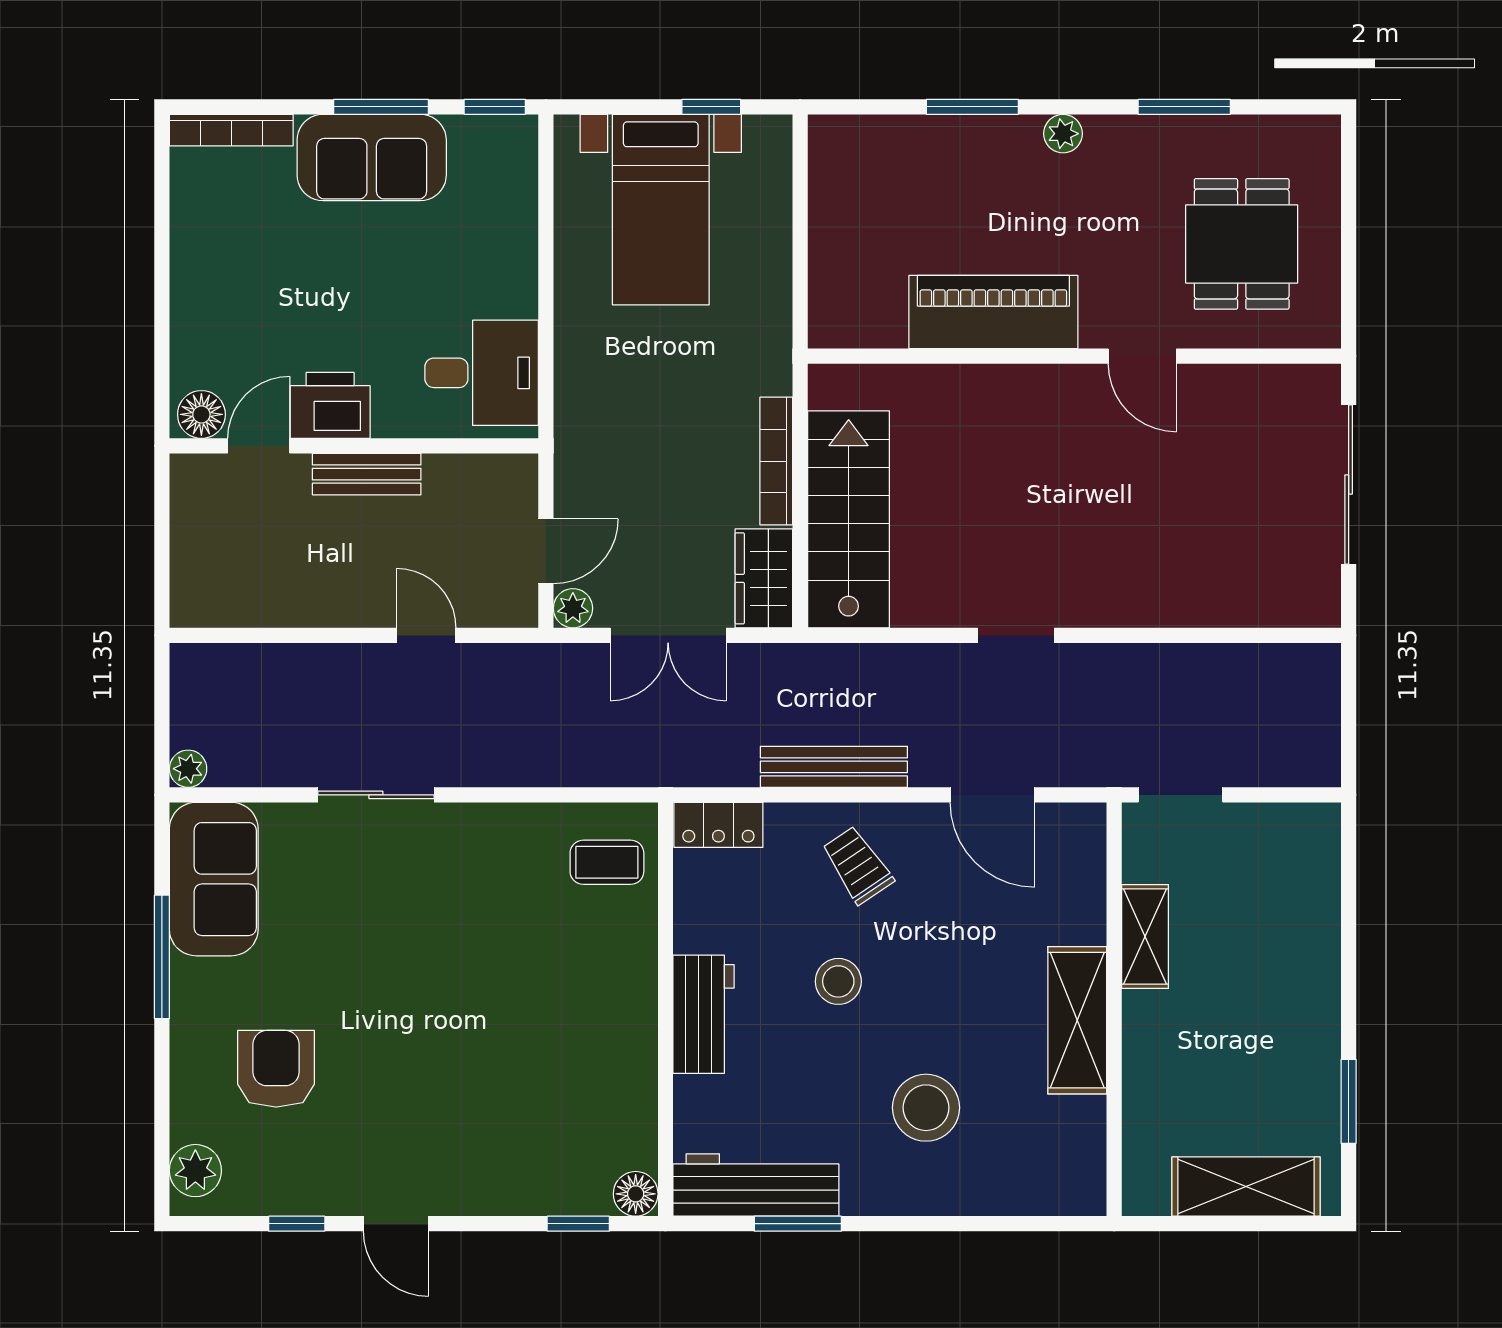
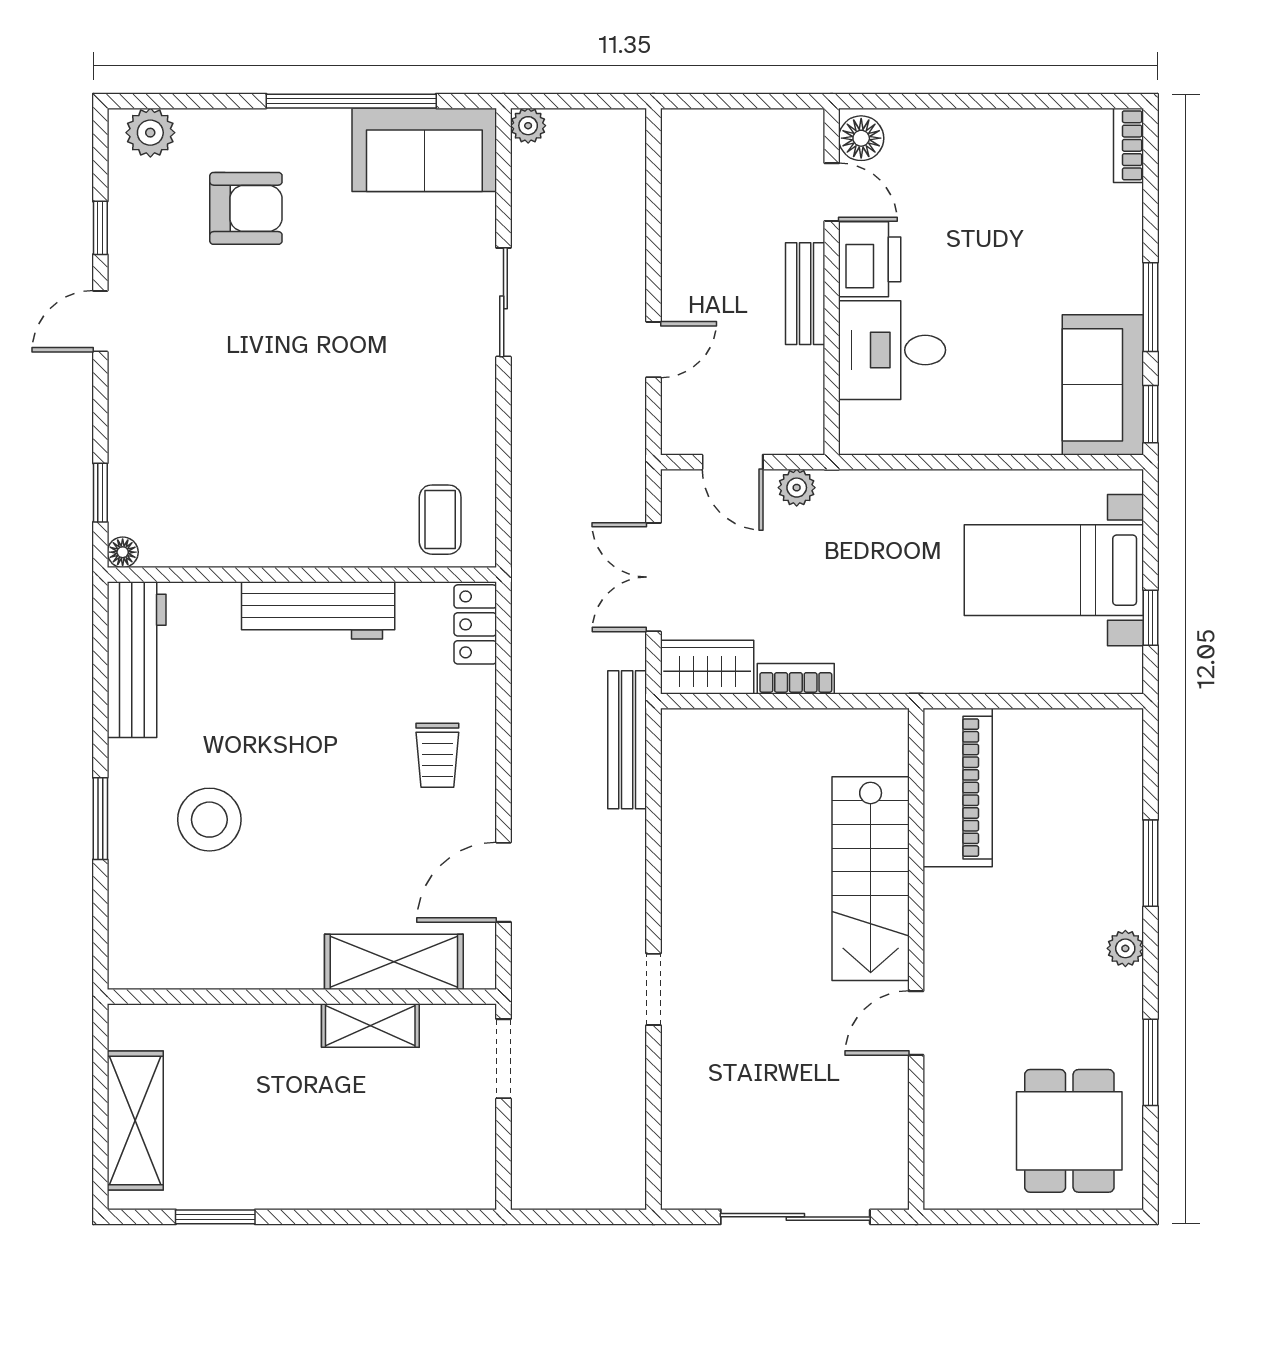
bookcase: (231, 130) -> (1129, 145), width x0.64
sofa: (372, 157) -> (1103, 385), moved
dining table: (1242, 244) -> (1069, 1131), moved, turned 90
piano: (993, 312) -> (958, 788), moved
desk: (482, 373) -> (892, 350), moved, turned 90
bookcase: (776, 461) -> (796, 679), width x0.64
stairs: (849, 519) -> (871, 879), moved, turned 90
plant: (573, 608) -> (797, 488), moved
doorway: (1016, 635) -> (654, 989), moved
bench: (834, 767) -> (627, 740), moved
trolley: (858, 865) -> (437, 755), turned 124
window: (162, 957) -> (351, 101), width x1.46
stool: (838, 981) -> (328, 737), removed
workbench: (704, 1014) -> (318, 610), width x1.38
shelving: (1077, 1020) -> (394, 962), moved
floor lamp: (636, 1194) -> (123, 552), width x0.73, depth x0.73
window: (798, 1224) -> (100, 819), moved

